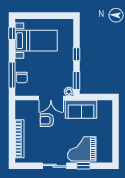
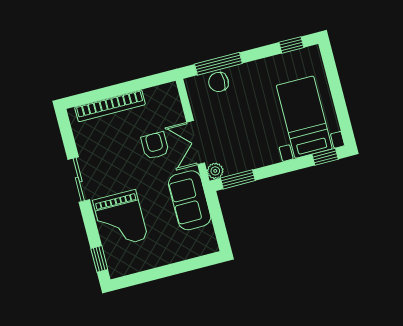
bed with nightstands: (36, 41) -> (304, 117), moved, turned 180
window: (76, 54) -> (325, 157), moved
grand piano: (82, 149) -> (120, 219), turned 180
window: (83, 166) -> (99, 259), moved

